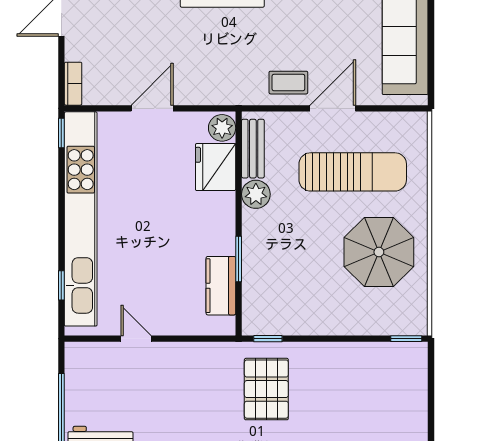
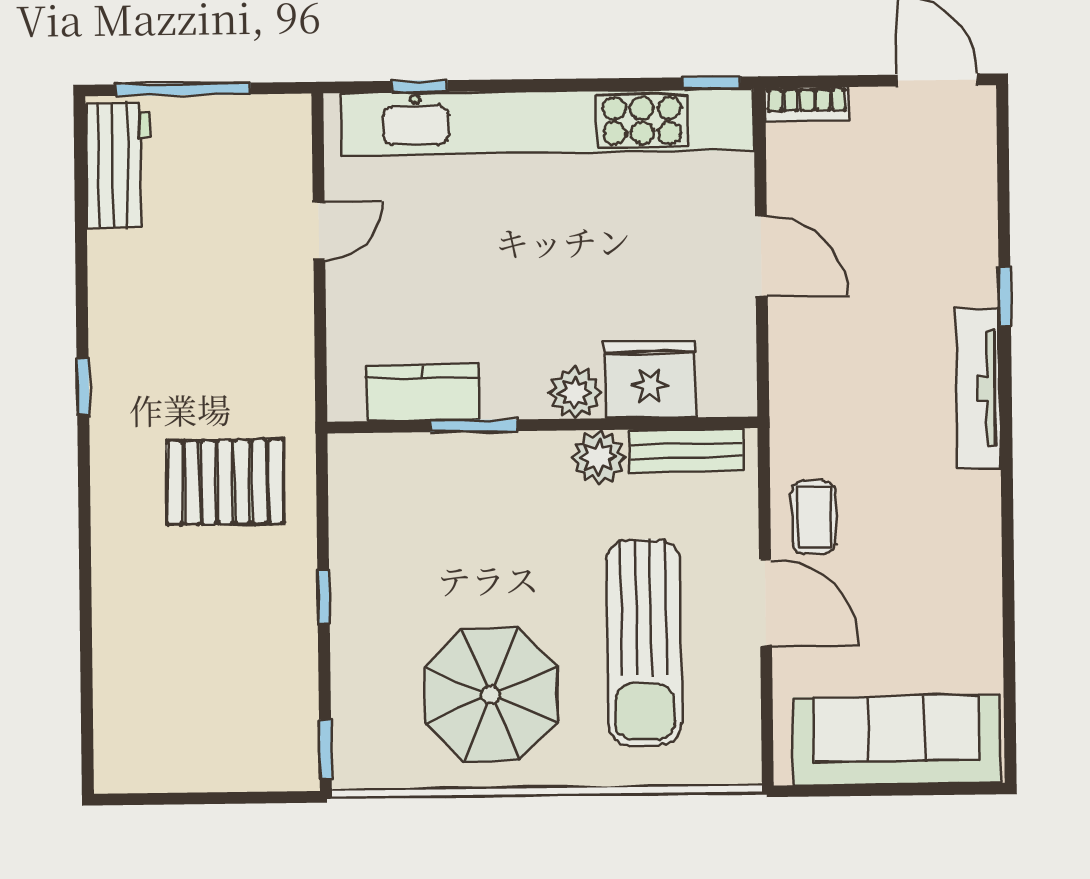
plant: (222, 128) -> (575, 393), moved
window: (268, 339) -> (323, 596), moved

